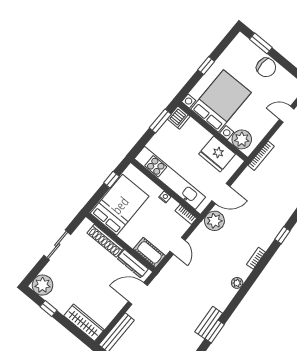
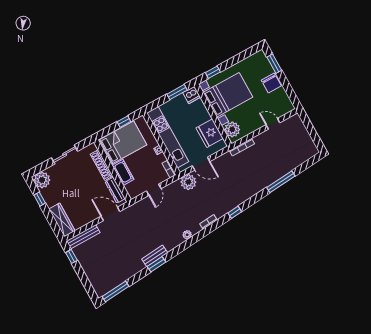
window: (206, 66) -> (213, 72), moved
cot: (149, 252) -> (123, 172), moved

